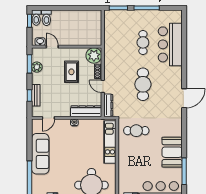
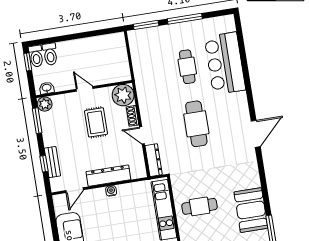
door: (52, 47) -> (85, 89), moved
plant: (37, 67) -> (45, 104), moved
dresser: (86, 111) -> (108, 176), moved
cafe table: (136, 131) -> (200, 206), moved

